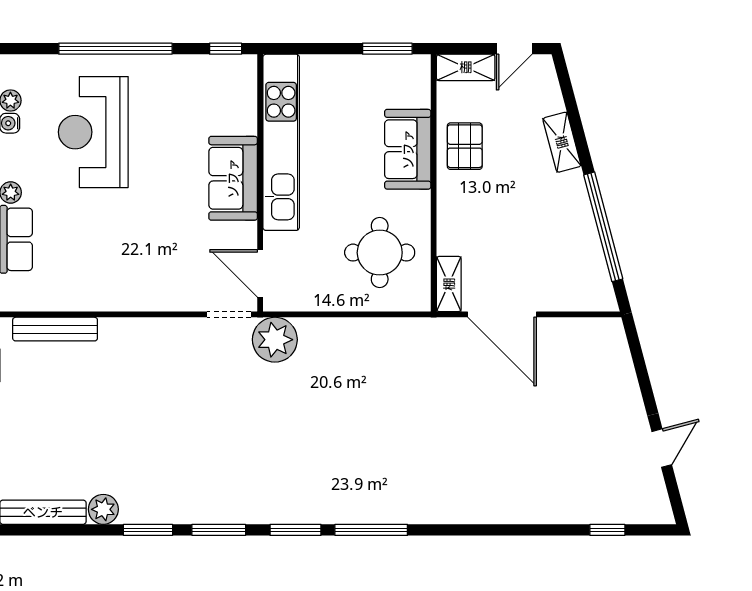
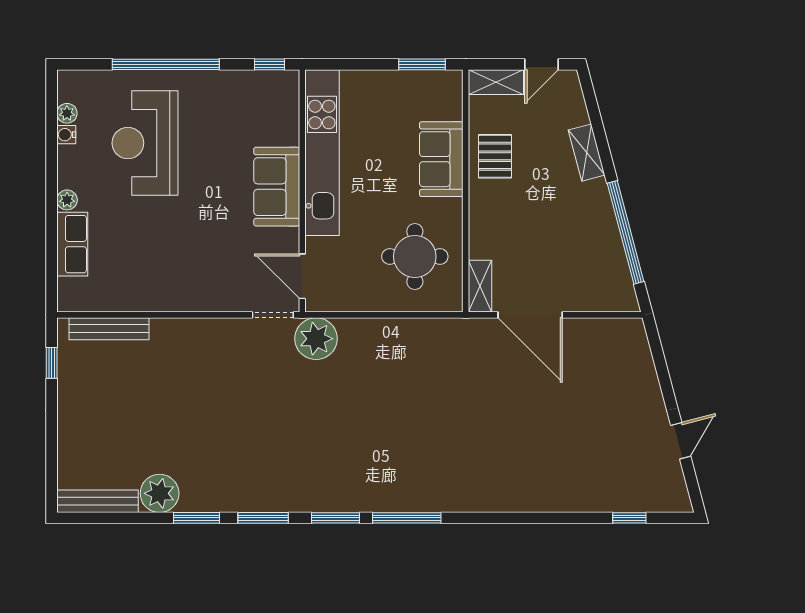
plant: (103, 509) -> (160, 493), width x1.36, depth x1.36

